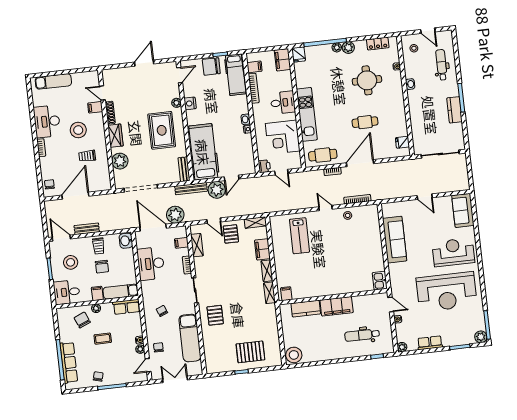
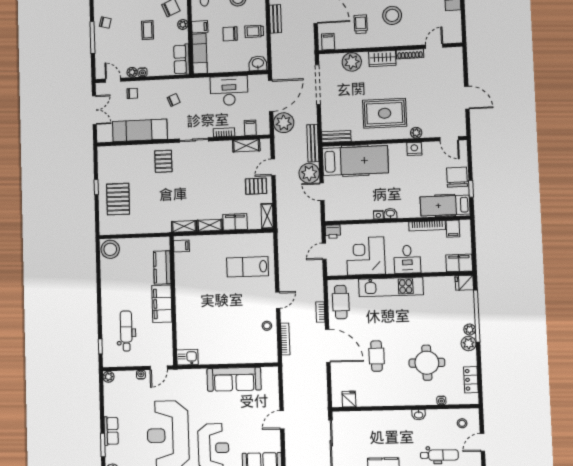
filing cabinet: (95, 107) -> (328, 42), moved
pallet: (215, 315) -> (163, 161), turned 90
row of seats: (430, 343) -> (111, 431), moved

